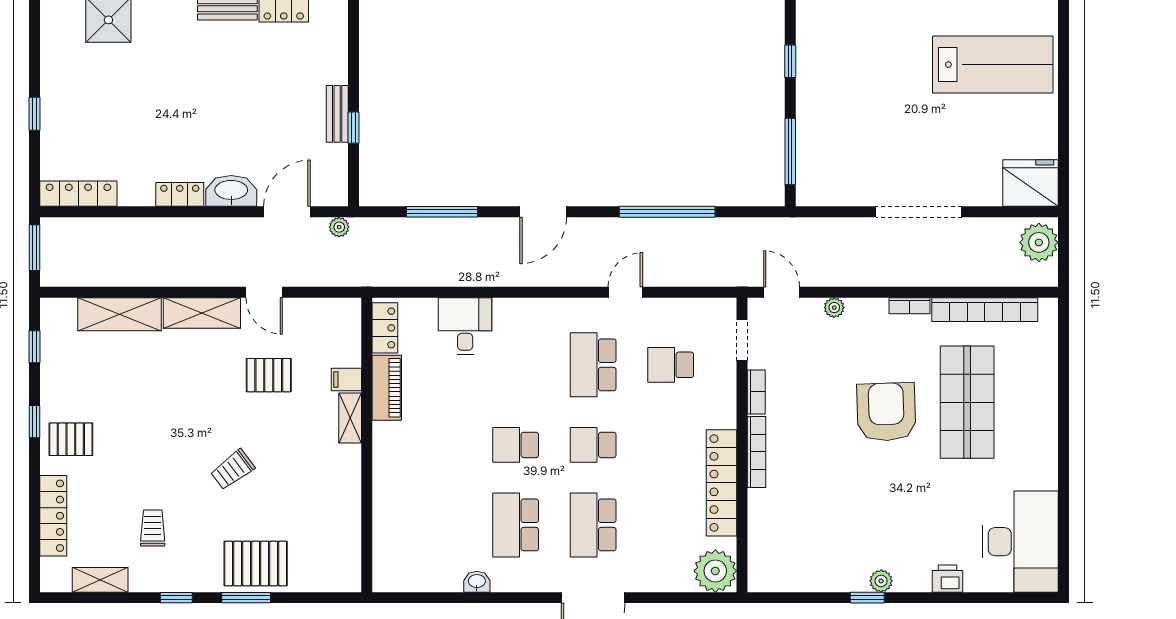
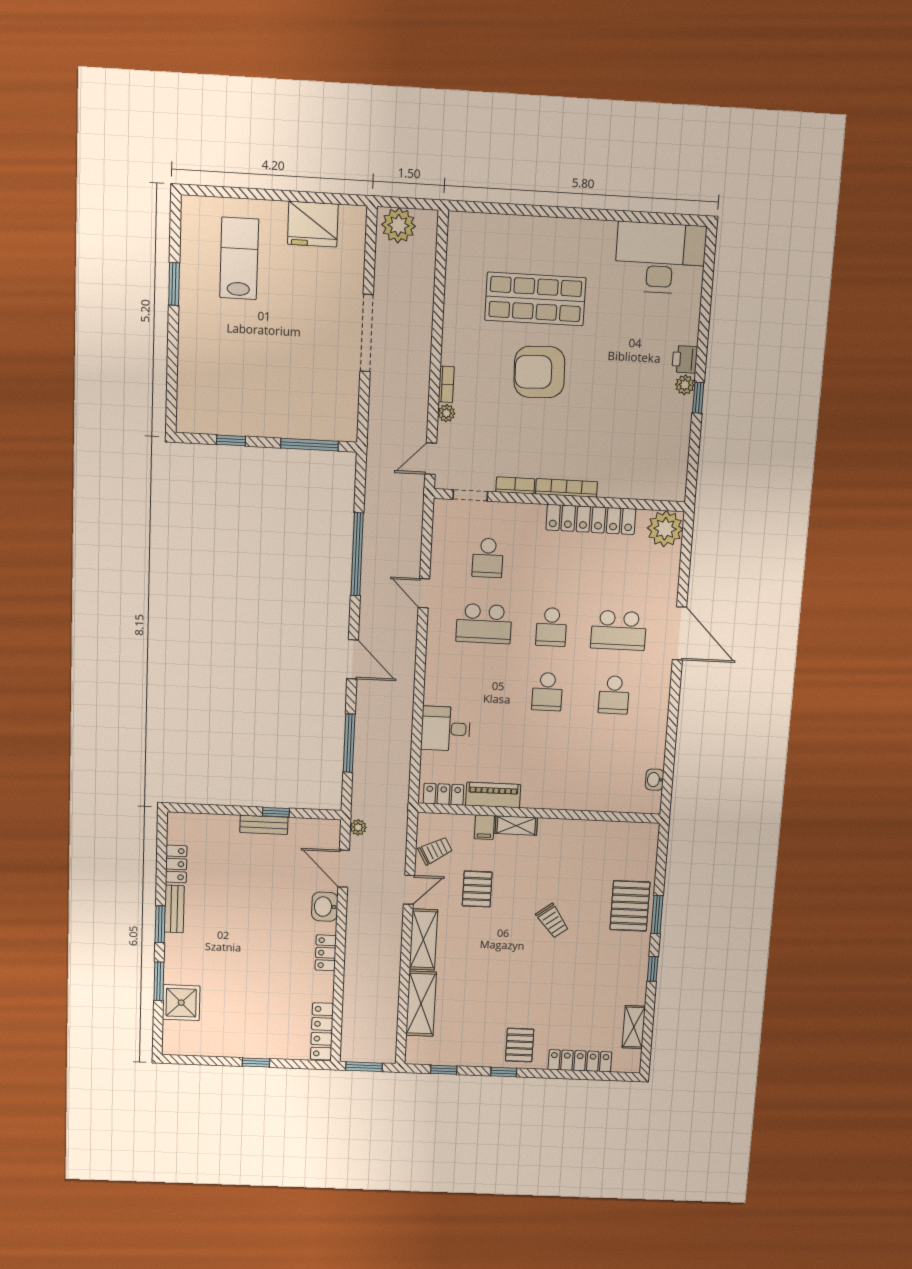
lab bench: (993, 65) -> (239, 258), width x0.73, depth x0.72
fridge: (1030, 183) -> (313, 224), moved, turned -90
washbasin: (231, 191) -> (325, 907), width x0.72
bookcase: (910, 306) -> (446, 384), moved
bookcase: (985, 310) -> (455, 278), removed
school desk: (516, 525) -> (614, 695), width x0.54
trolley: (153, 528) -> (435, 851), moved, turned 151
printer: (947, 579) -> (685, 359), moved
washbasin: (477, 582) -> (655, 780), moved

